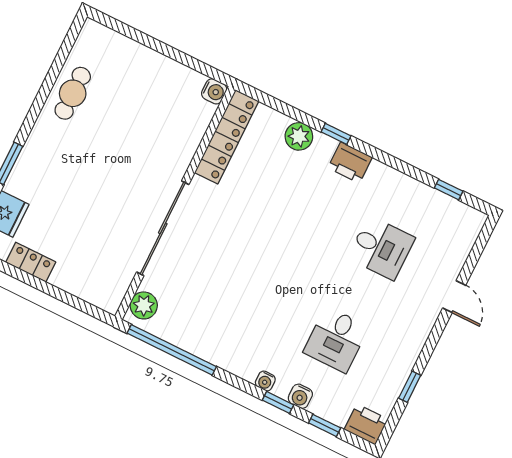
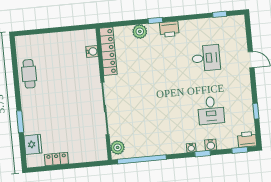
water cooler: (214, 91) -> (92, 52), moved
window: (325, 425) -> (240, 150), moved

